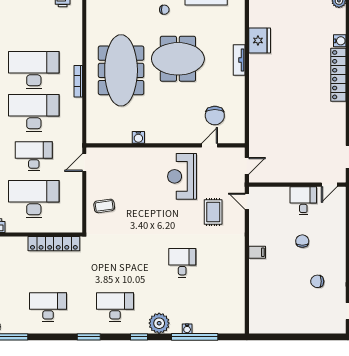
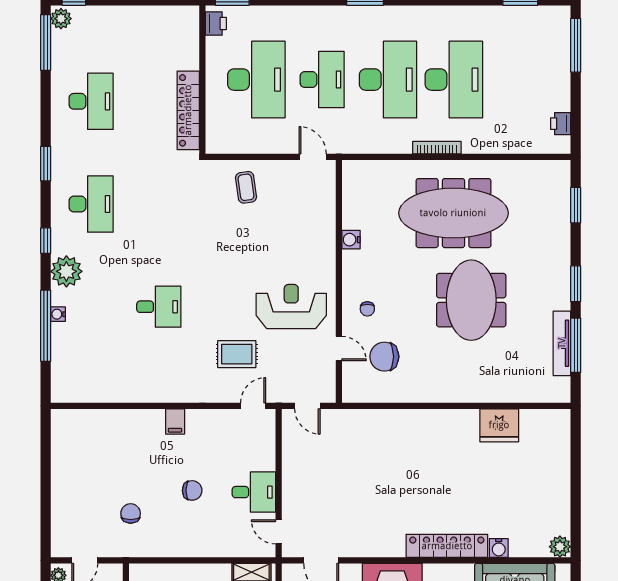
chair: (164, 10) -> (367, 309), moved
tv unit: (239, 60) -> (469, 394), removed

